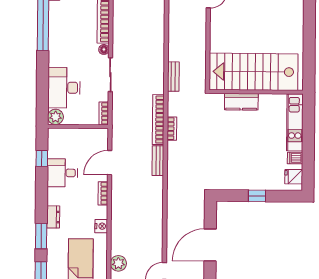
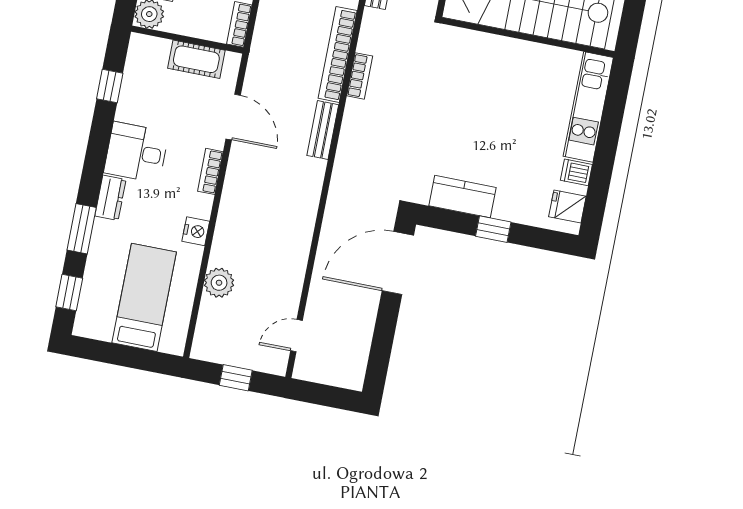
kitchen counter: (241, 102) -> (462, 197), moved, turned 180
cot: (85, 136) -> (196, 59), added
door: (110, 163) -> (233, 117), swing flipped
desk: (62, 173) -> (136, 152), moved
door: (210, 245) -> (398, 263), moved
plant: (118, 263) -> (219, 283), moved

